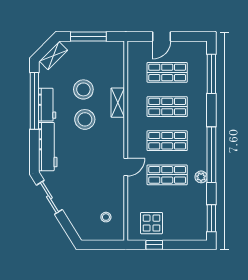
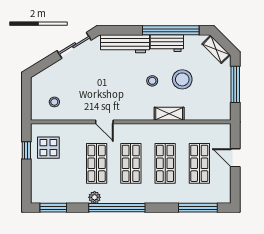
stool: (85, 119) -> (152, 81), width x0.53, depth x0.53

